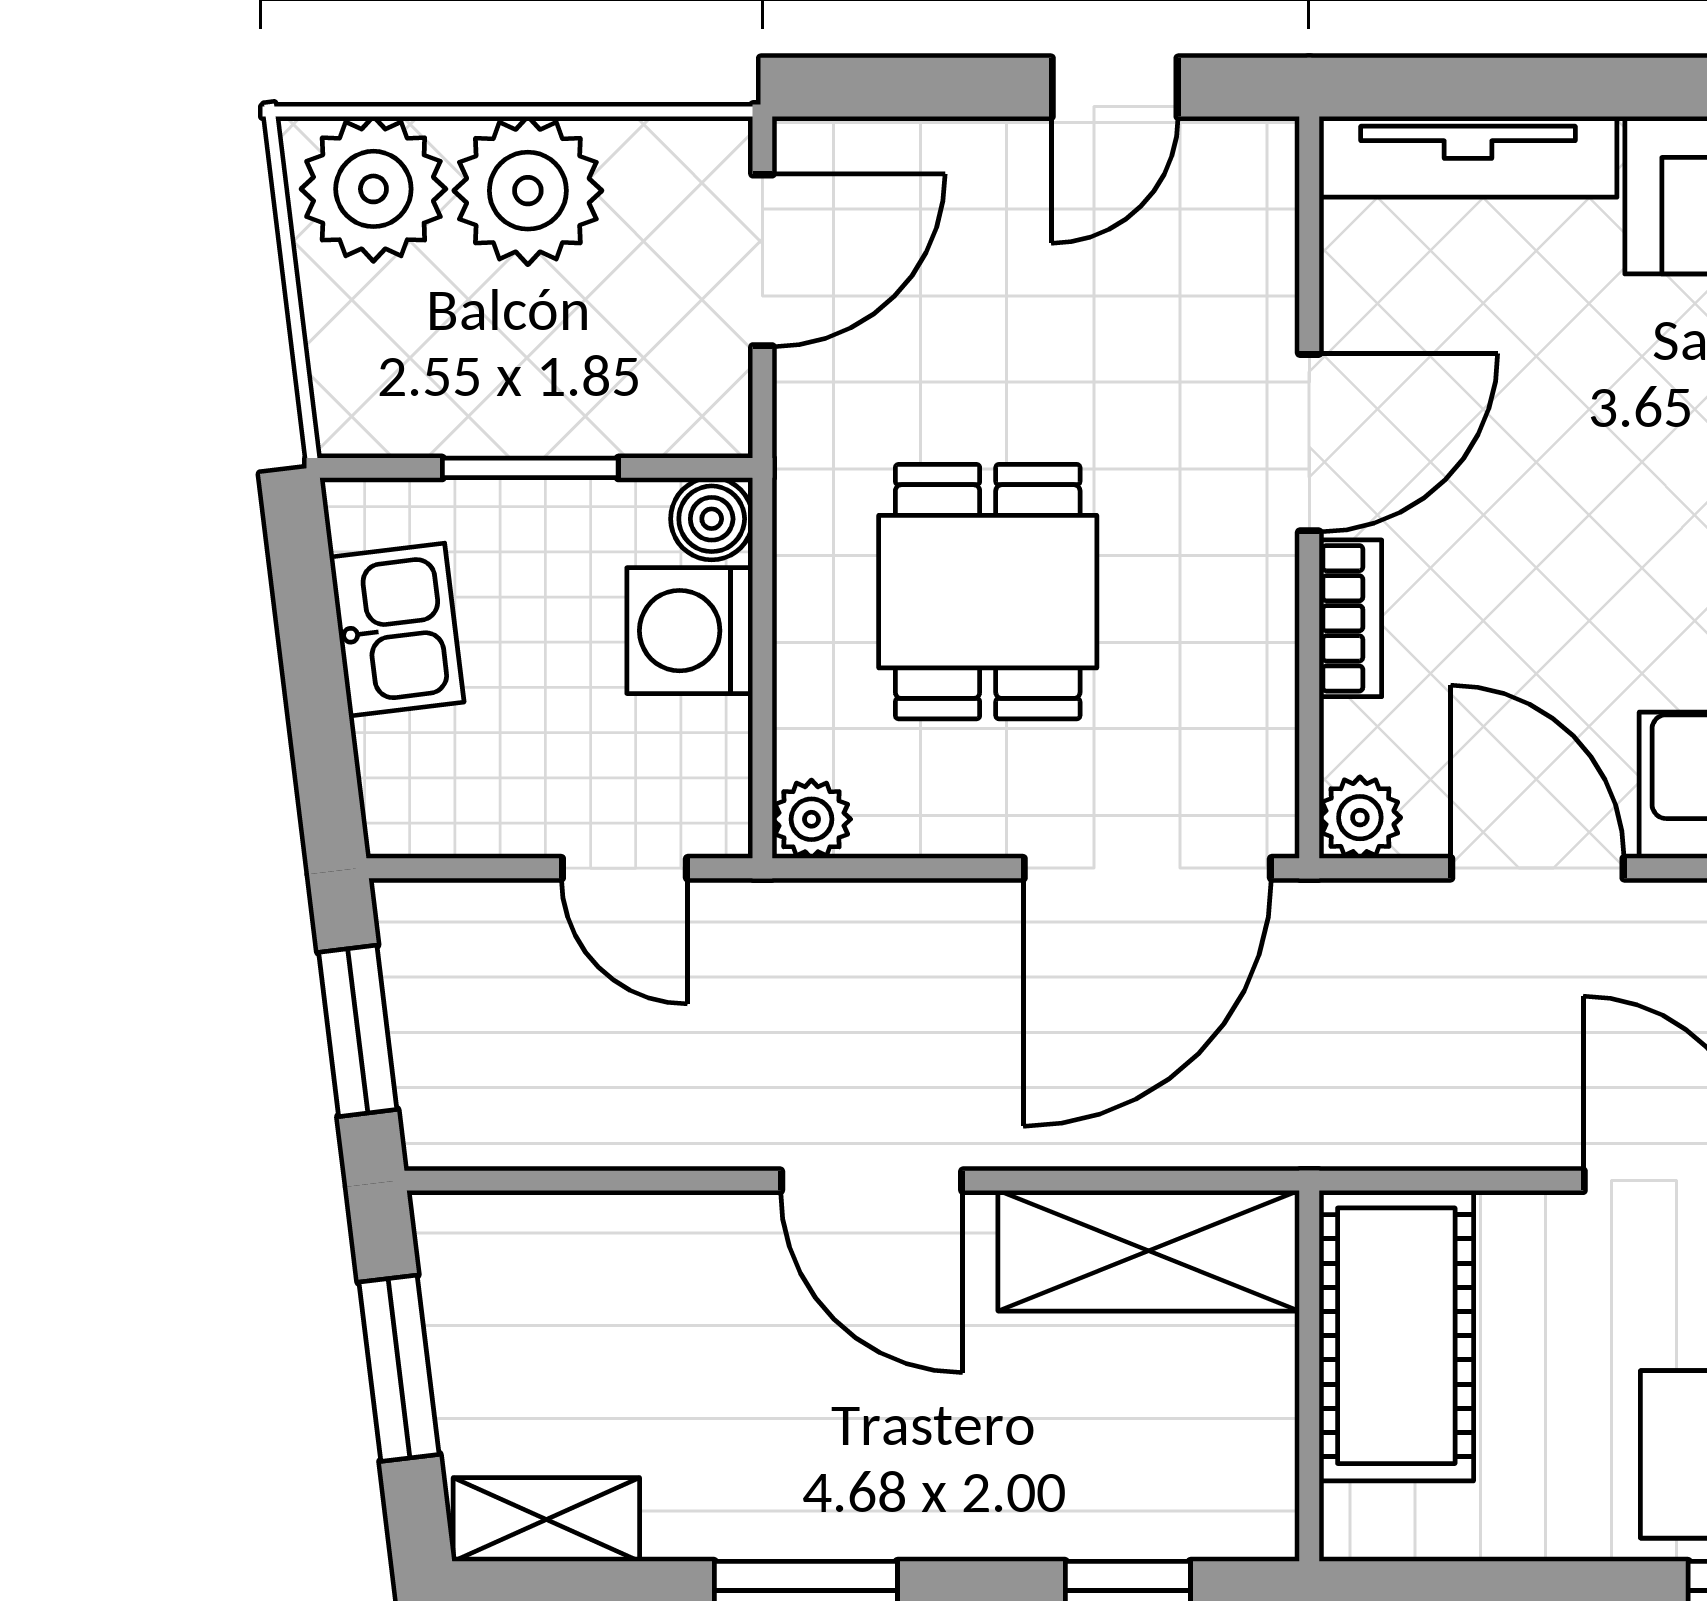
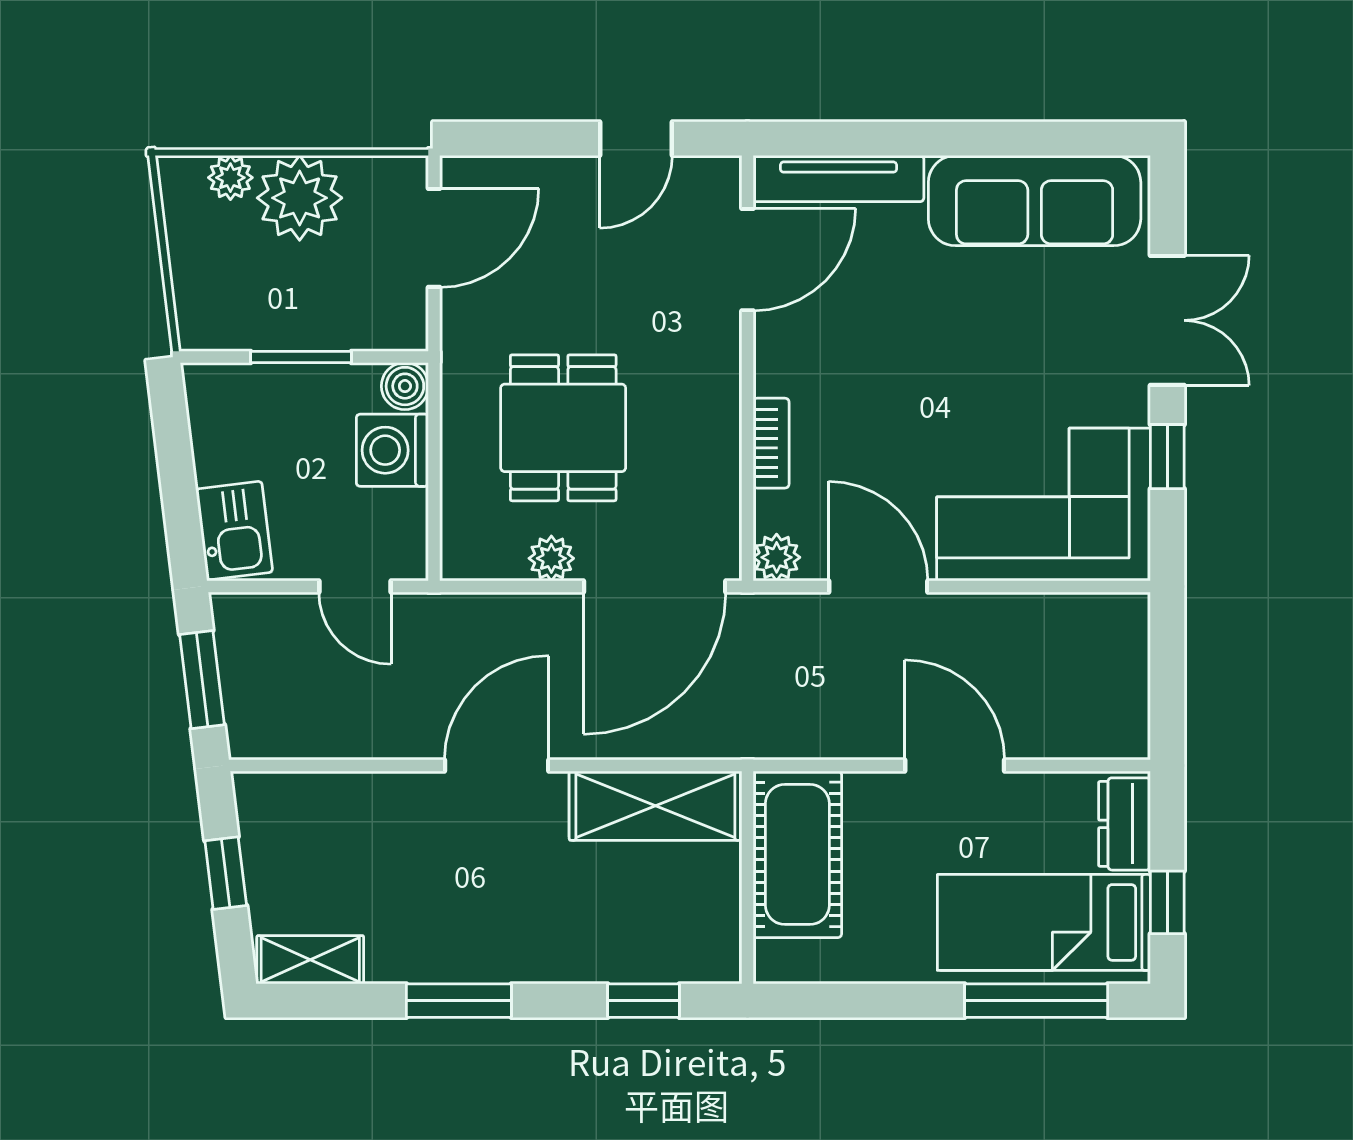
plant: (373, 189) -> (230, 178), width x0.53, depth x0.53
door: (1309, 443) -> (747, 260), moved
kitchen sink: (397, 630) -> (234, 531), moved
plant: (811, 819) -> (551, 558), moved
door: (872, 1181) -> (497, 766), swing flipped
window: (399, 1368) -> (226, 873), width x0.67

